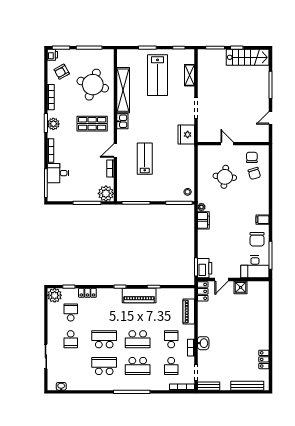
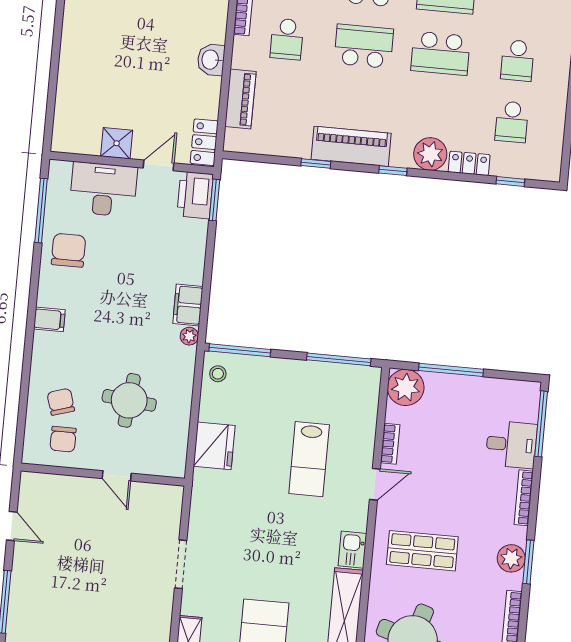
door: (271, 118) -> (12, 526), hinge flipped
fridge: (186, 134) -> (214, 446), moved
filing cabinet: (263, 220) -> (49, 319), moved
desk: (255, 267) -> (103, 189), moved
plant: (55, 295) -> (430, 154), moved
school desk: (71, 339) -> (517, 60), turned 180
washbasin: (203, 343) -> (211, 60), moved

